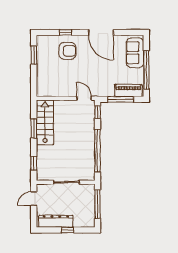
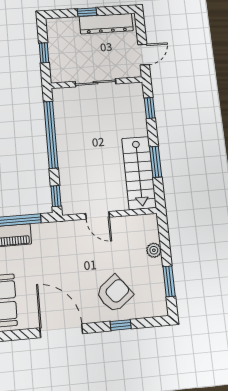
armchair: (67, 51) -> (114, 294), turned 142
plant: (41, 74) -> (154, 250), added
door: (84, 98) -> (97, 215), moved
window: (97, 204) -> (44, 53), width x0.46

